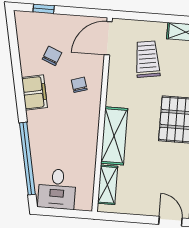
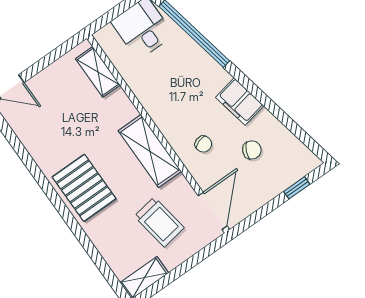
chair: (52, 56) -> (252, 150), turned -87
shelving: (114, 136) -> (150, 151), moved

